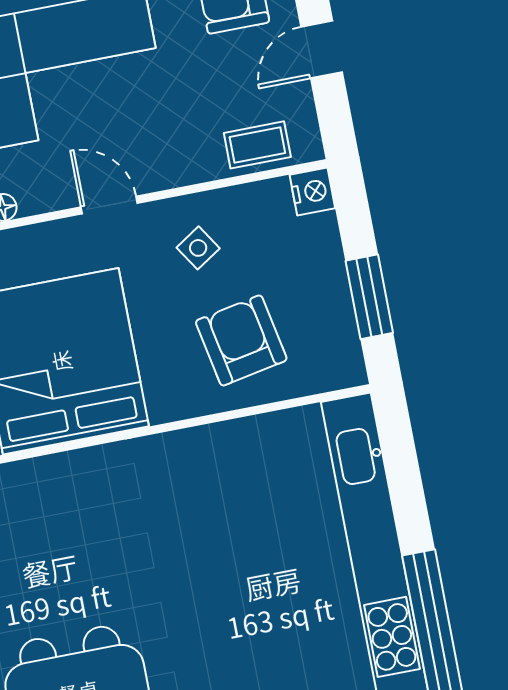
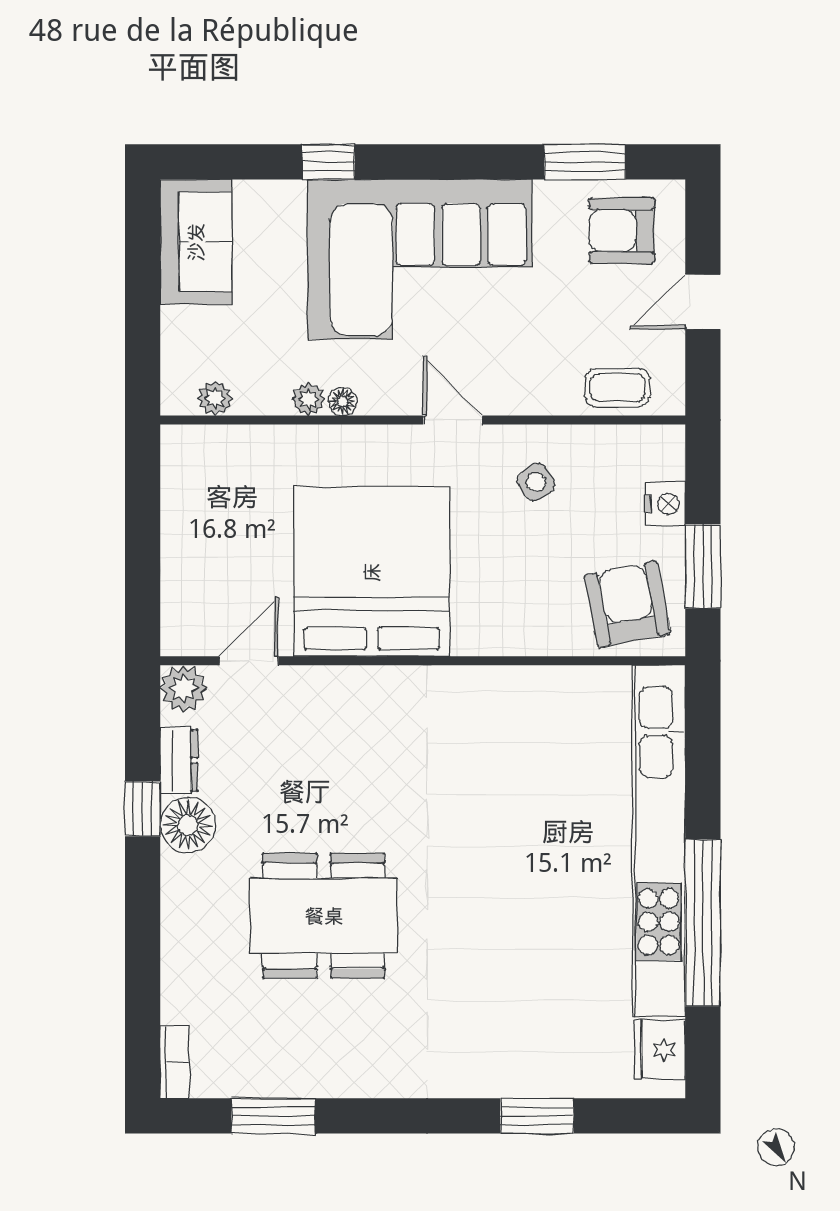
nightstand: (312, 191) -> (665, 504), moved
armchair: (241, 340) -> (627, 604), moved

